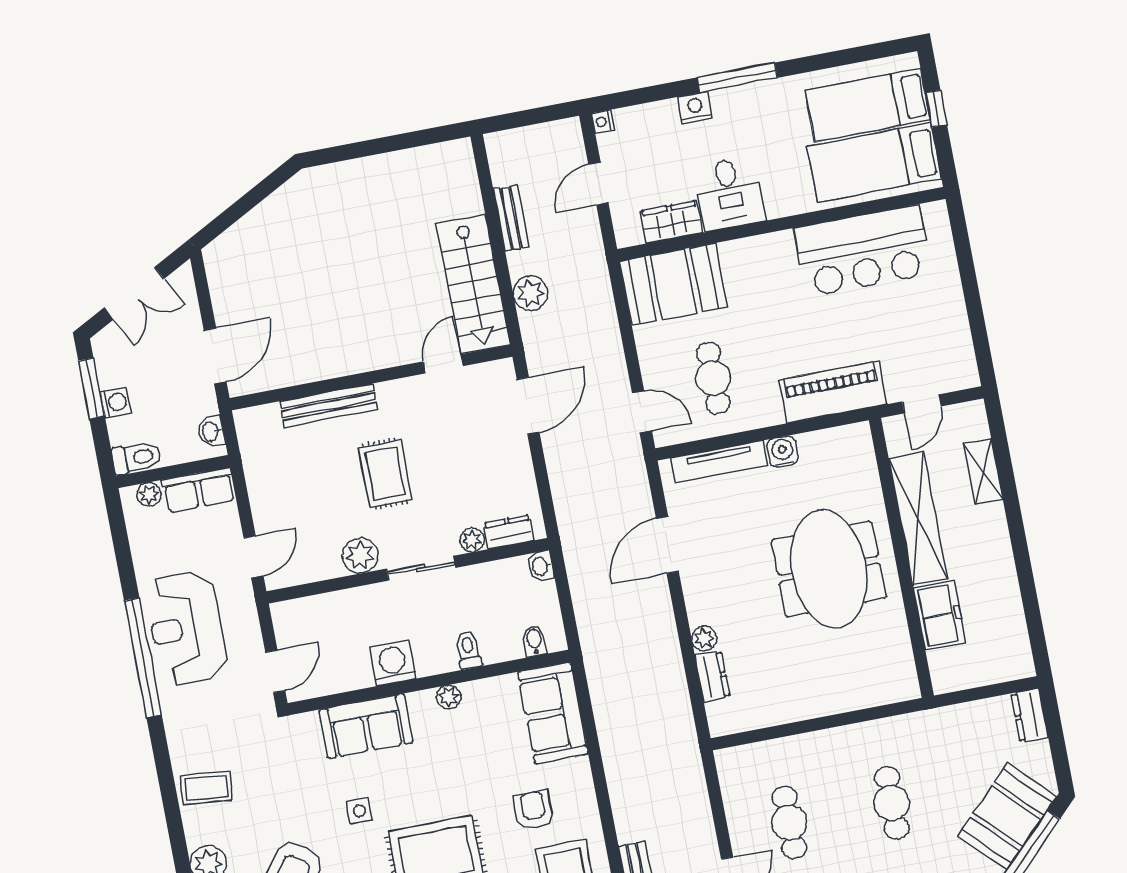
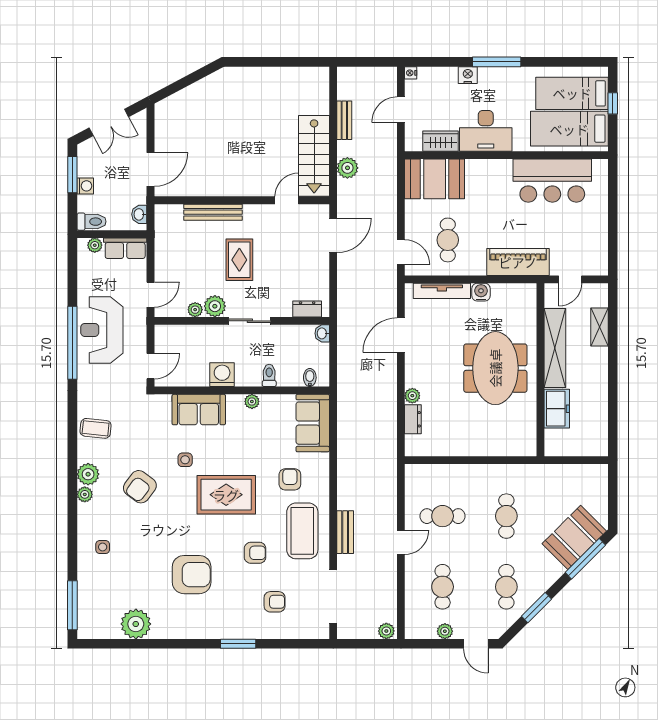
desk: (729, 194) -> (486, 131), width x1.37
plant: (472, 540) -> (195, 310), moved
dresser: (1030, 715) -> (599, 479), removed
cafe table: (789, 822) -> (443, 516), turned 90

